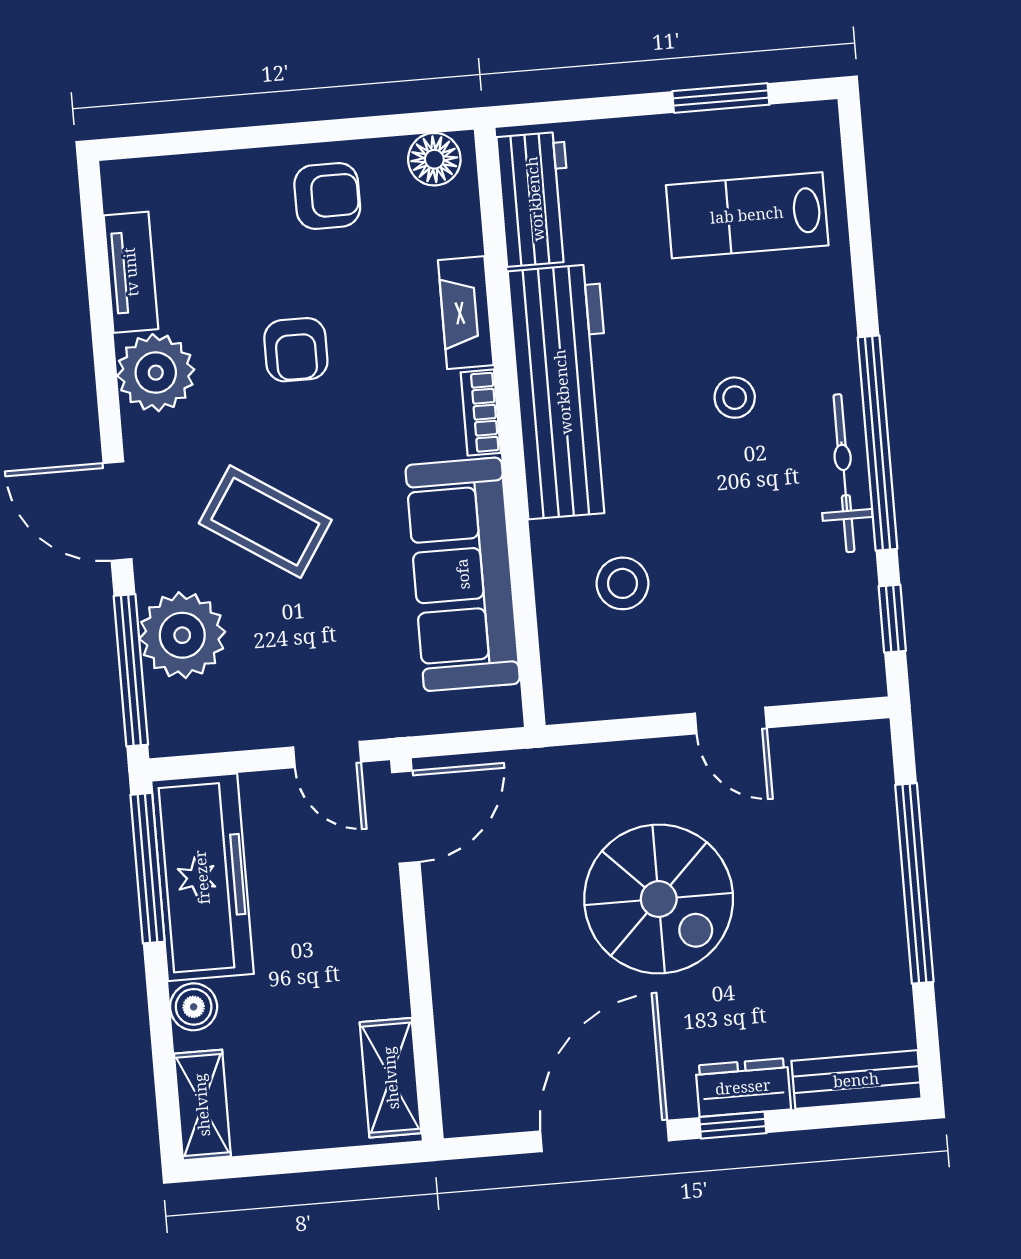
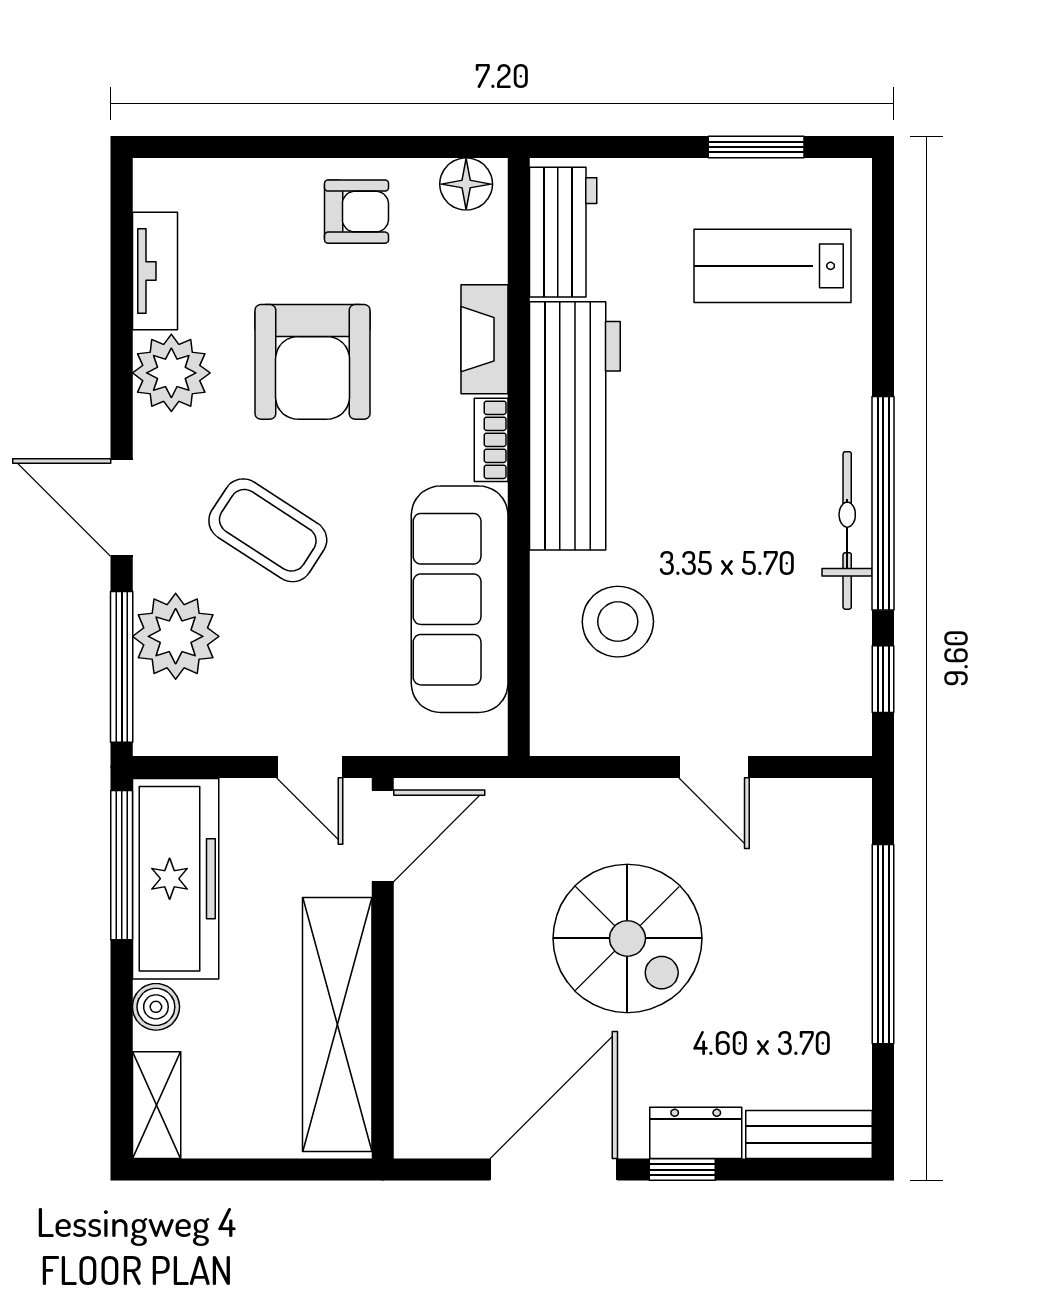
armchair: (296, 350) -> (313, 362), width x1.88, depth x1.88
stool: (735, 398) -> (745, 446), removed
stool: (622, 583) -> (618, 622), width x1.38, depth x1.38
shelving: (391, 1078) -> (337, 1024), width x2.20, depth x1.33

